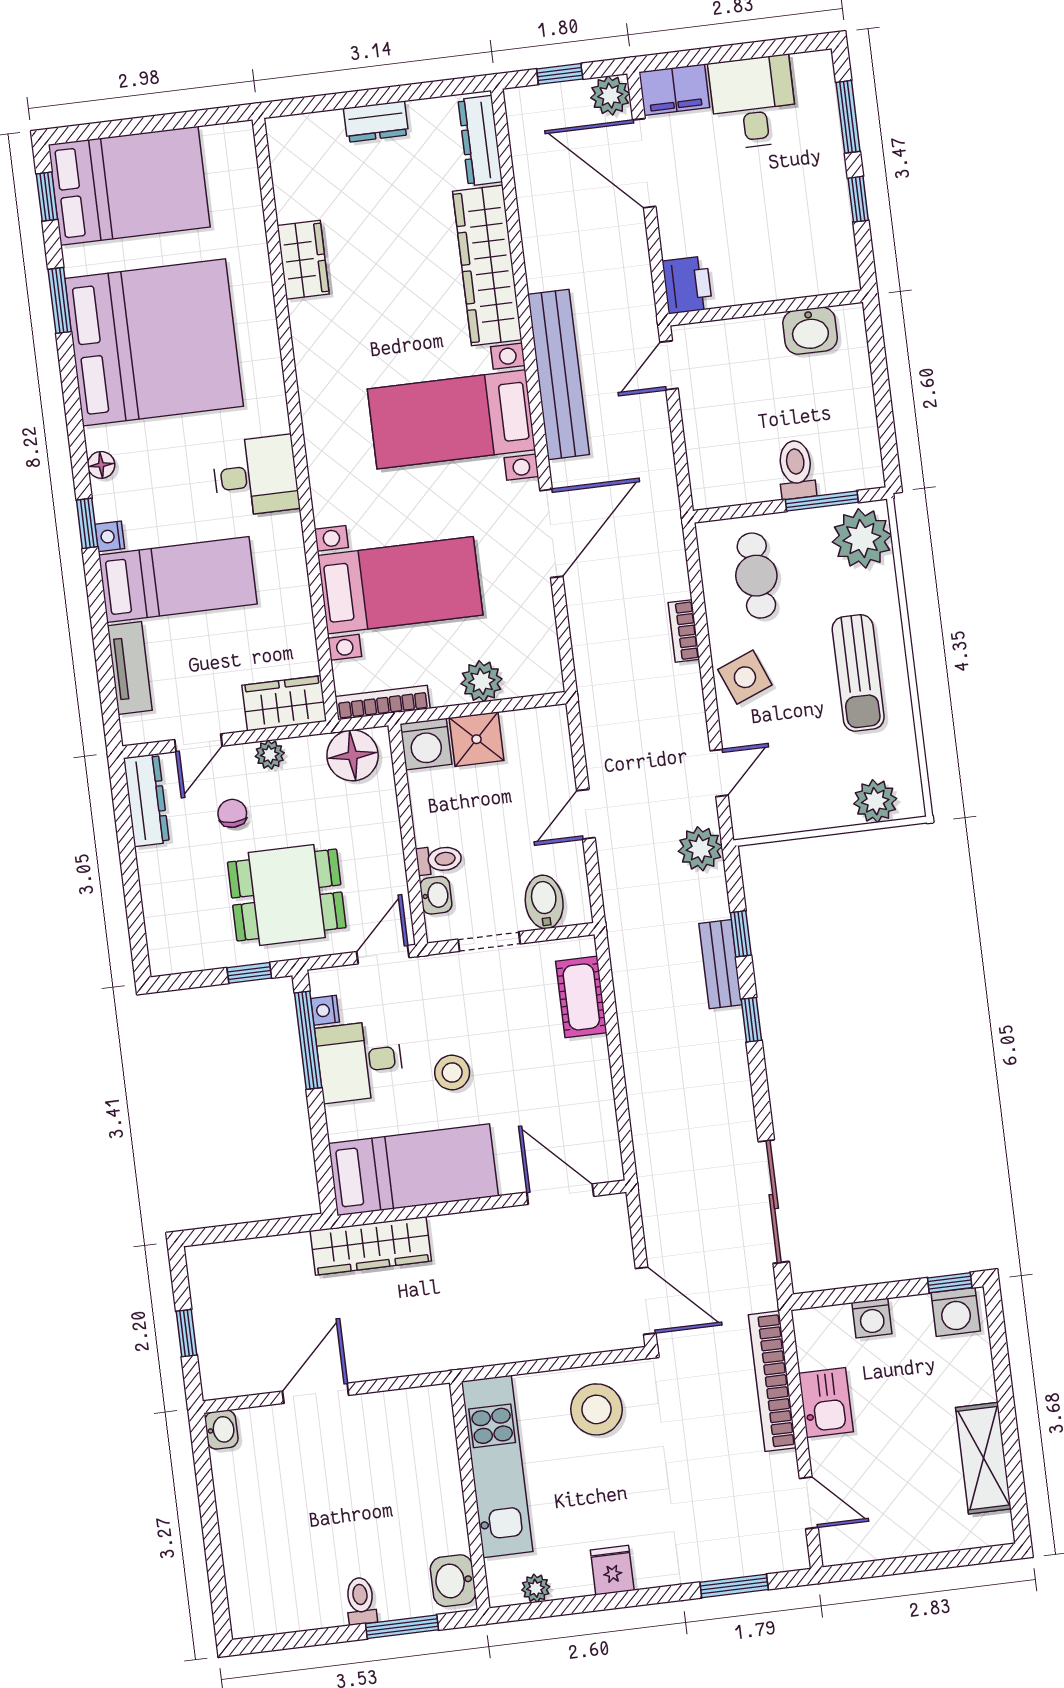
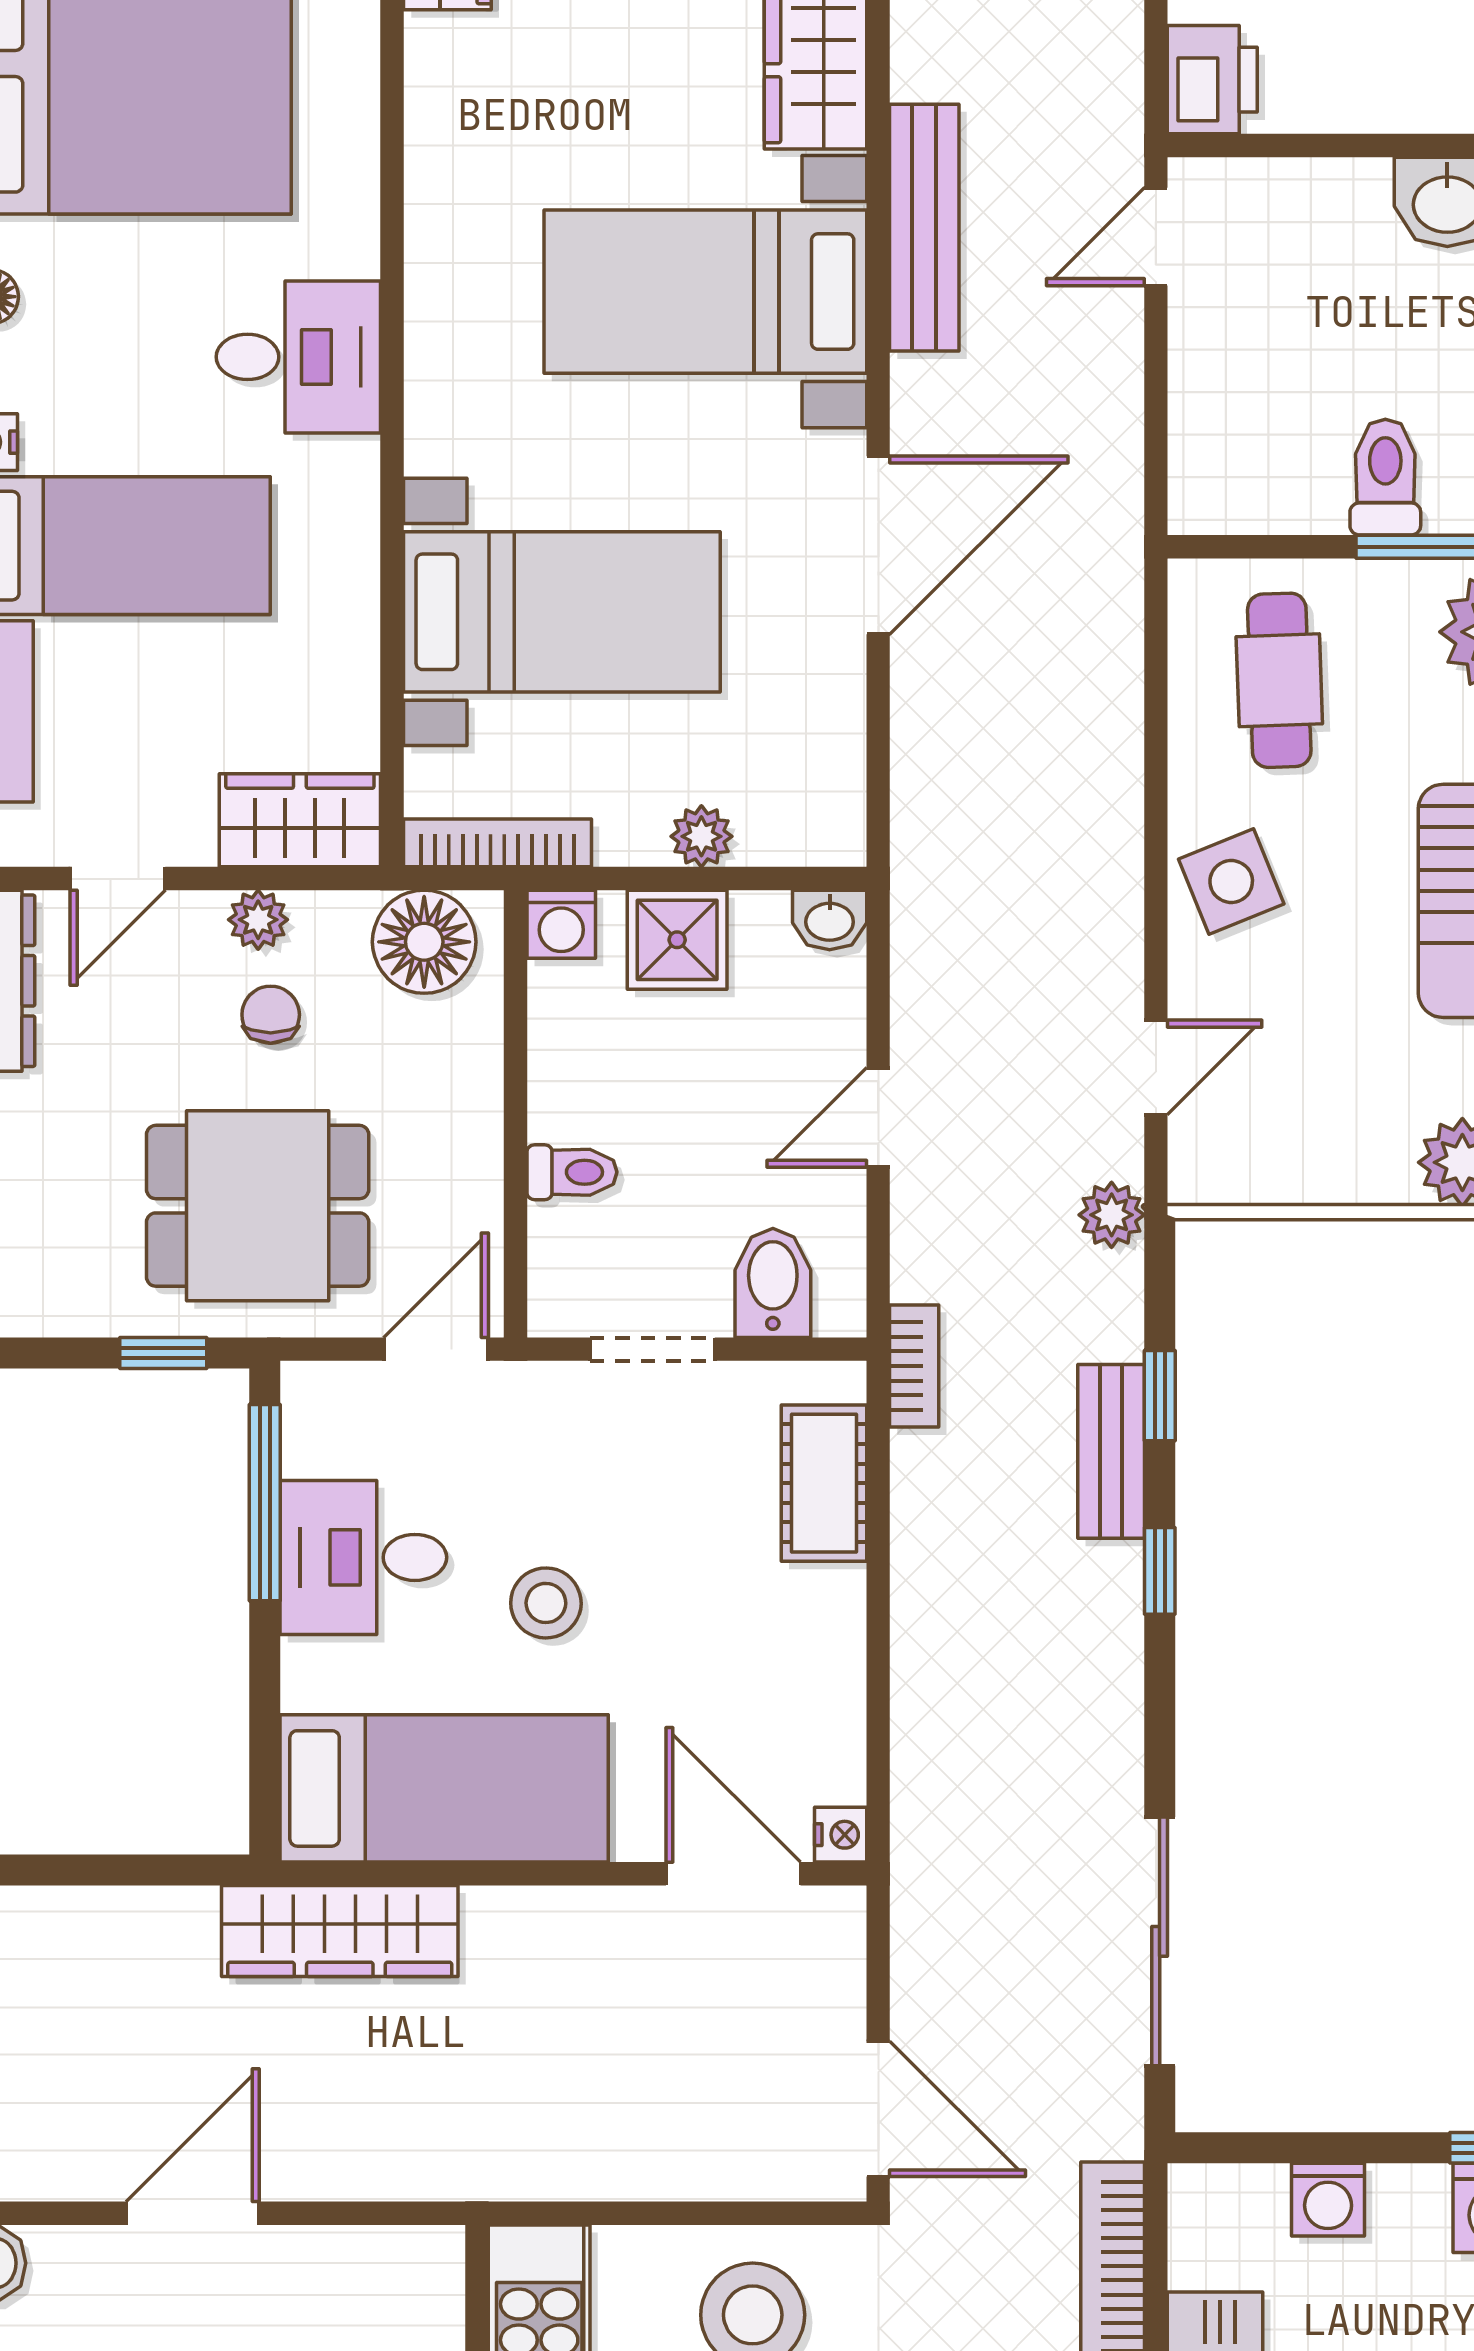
bench: (559, 374) -> (924, 228), width x0.73, depth x0.82
bookcase: (684, 631) -> (914, 1366), moved, turned 180
plant: (482, 681) -> (701, 836), width x0.73, depth x0.73
washing machine: (426, 744) -> (561, 924), width x0.73, depth x0.73
chair: (232, 813) -> (271, 1015), moved
plant: (700, 849) -> (1112, 1215), width x0.73, depth x0.73
washbasin: (436, 895) -> (830, 920), moved, turned 90
nightstand: (325, 1010) -> (841, 1835), moved, turned 180

